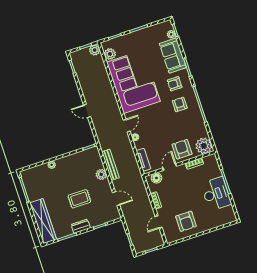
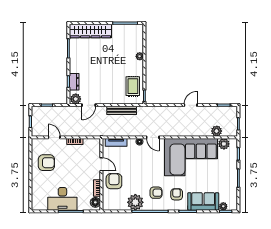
plant: (95, 50) -> (217, 131), moved
door: (87, 111) -> (191, 105), moved
plant: (204, 146) -> (135, 202), moved
armchair: (182, 149) -> (114, 181), turned -90
plant: (101, 174) -> (76, 99), moved
floor lamp: (156, 178) -> (95, 202), moved
rug: (79, 199) -> (133, 86), moved
armchair: (186, 221) -> (46, 163), turned 180
dresser: (81, 226) -> (74, 82), moved

